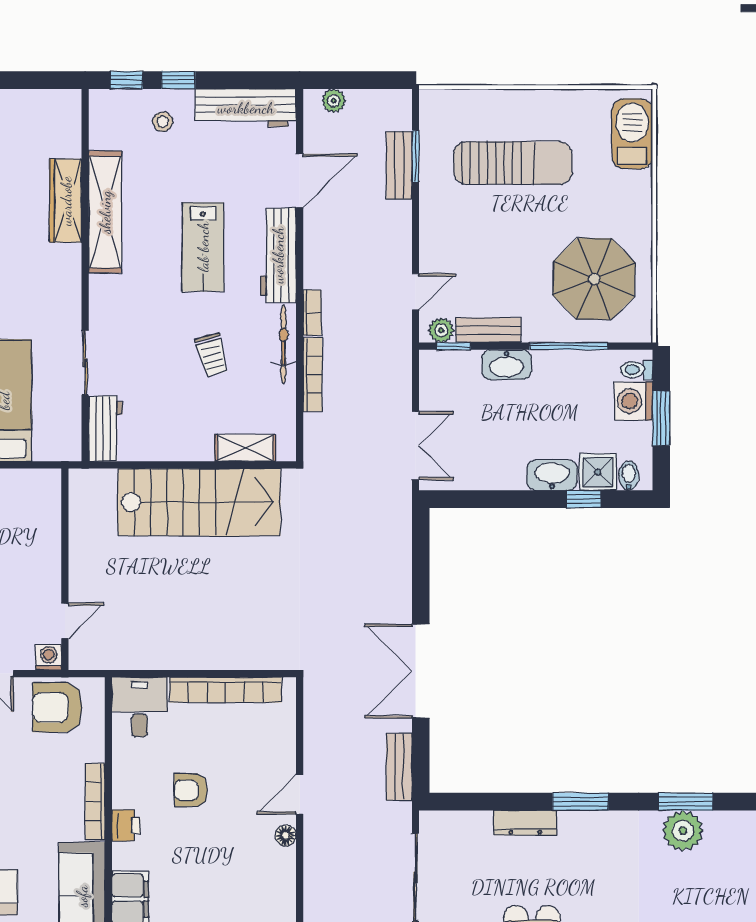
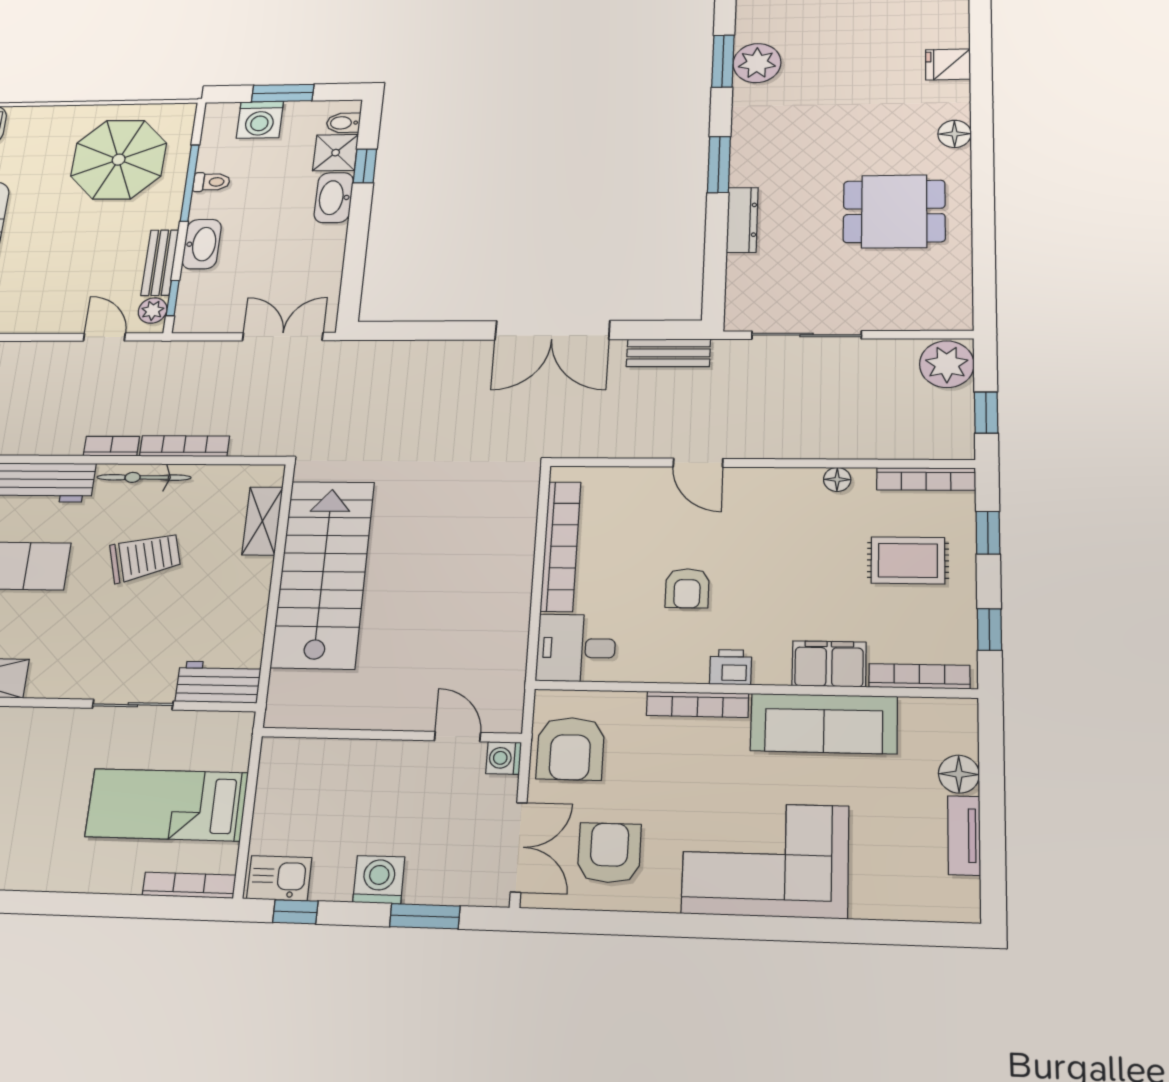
trolley: (212, 355) -> (145, 557), width x1.36, depth x1.39
toilet: (637, 370) -> (212, 182), moved, turned -90
floor lamp: (286, 835) -> (837, 479), moved

